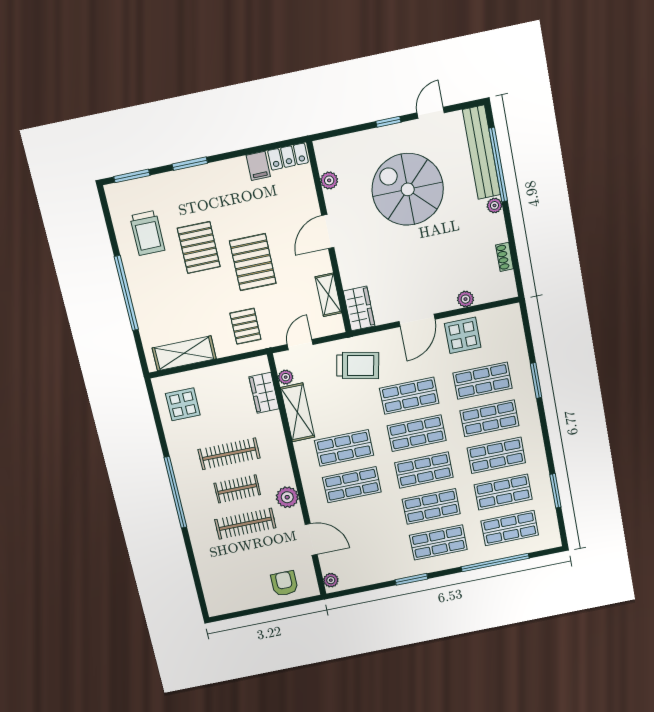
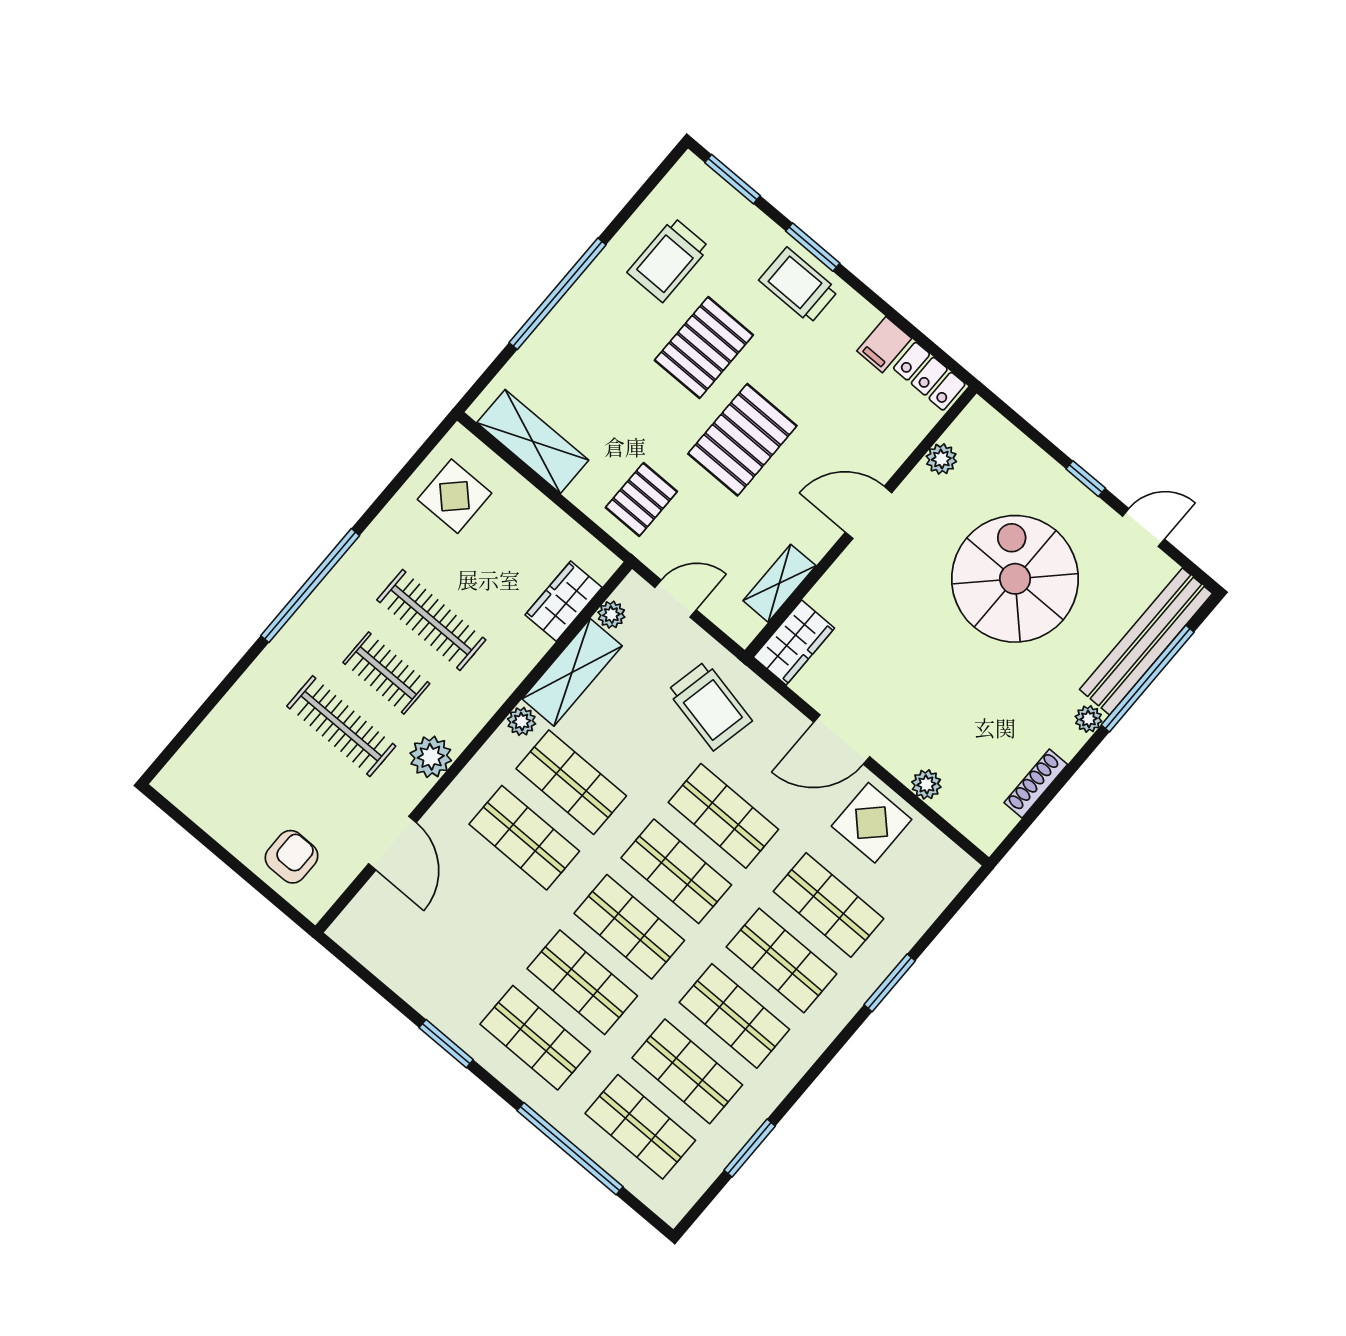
trolley: (202, 184) -> (799, 285), added
shoe rack: (505, 257) -> (1036, 784), width x1.43
plant: (331, 580) -> (522, 721), moved

